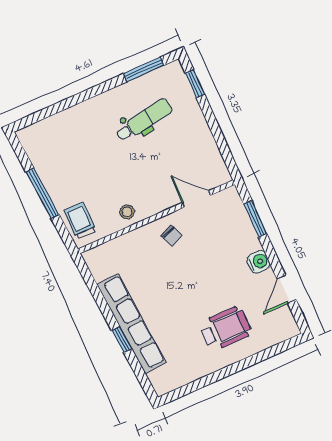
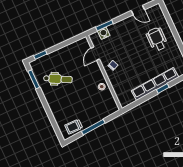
dental chair: (144, 120) -> (58, 79), turned 127
trolley: (80, 221) -> (74, 127), moved
water cooler: (259, 262) -> (104, 33), moved

